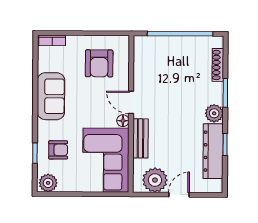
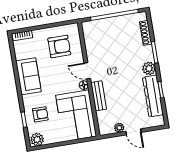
armchair: (99, 63) -> (59, 47), turned -90
plant: (155, 180) -> (119, 128), width x0.53, depth x0.53
door: (179, 195) -> (134, 132), swing flipped

